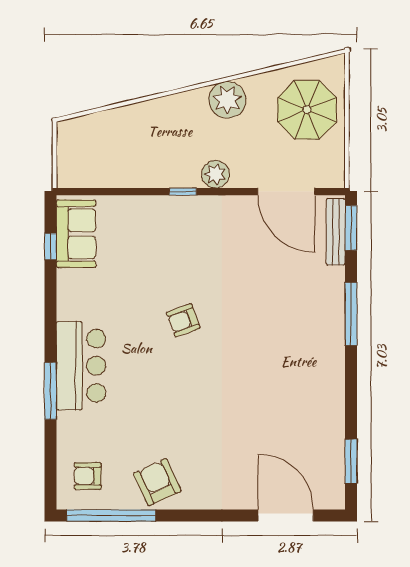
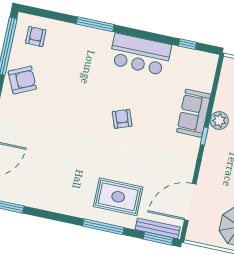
plant: (215, 174) -> (219, 121), moved
sofa: (76, 234) -> (194, 113), moved, turned 90
rug: (301, 301) -> (118, 197), added
bar counter: (81, 366) -> (140, 54), moved

